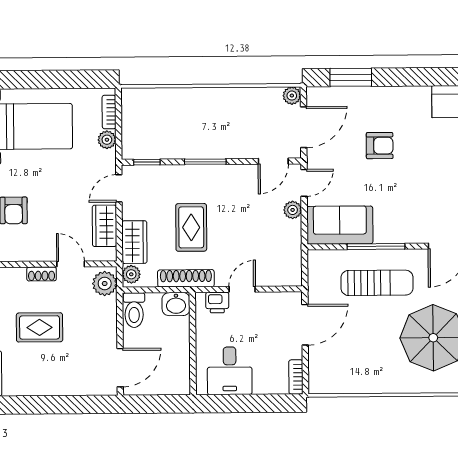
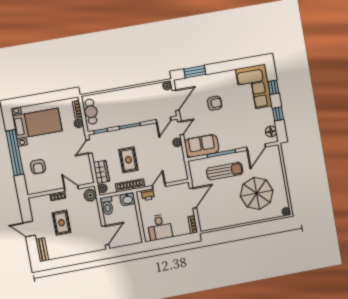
cafe table: (135, 121) -> (91, 112), added
wardrobe: (104, 226) -> (85, 167), removed
rug: (40, 327) -> (62, 223), turned 90

